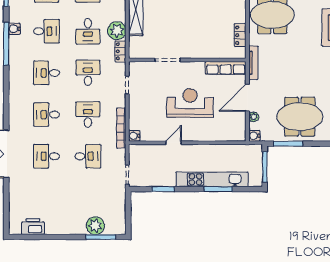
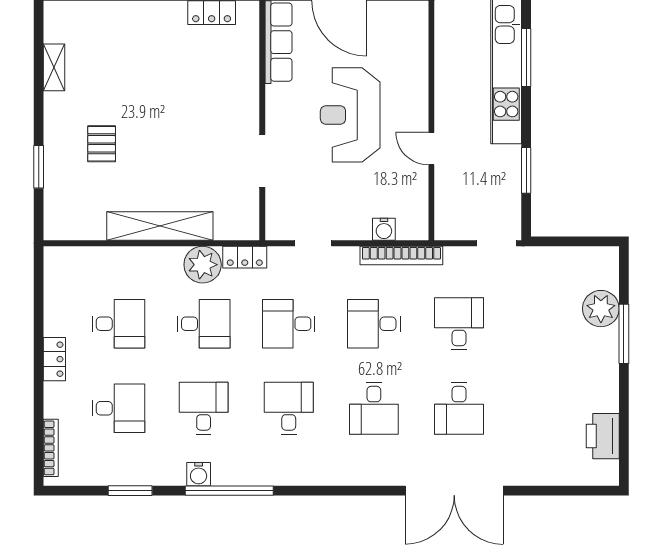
desk: (47, 73) -> (289, 408), turned 180
water cooler: (134, 136) -> (384, 229), moved
window: (101, 237) -> (624, 334), moved

